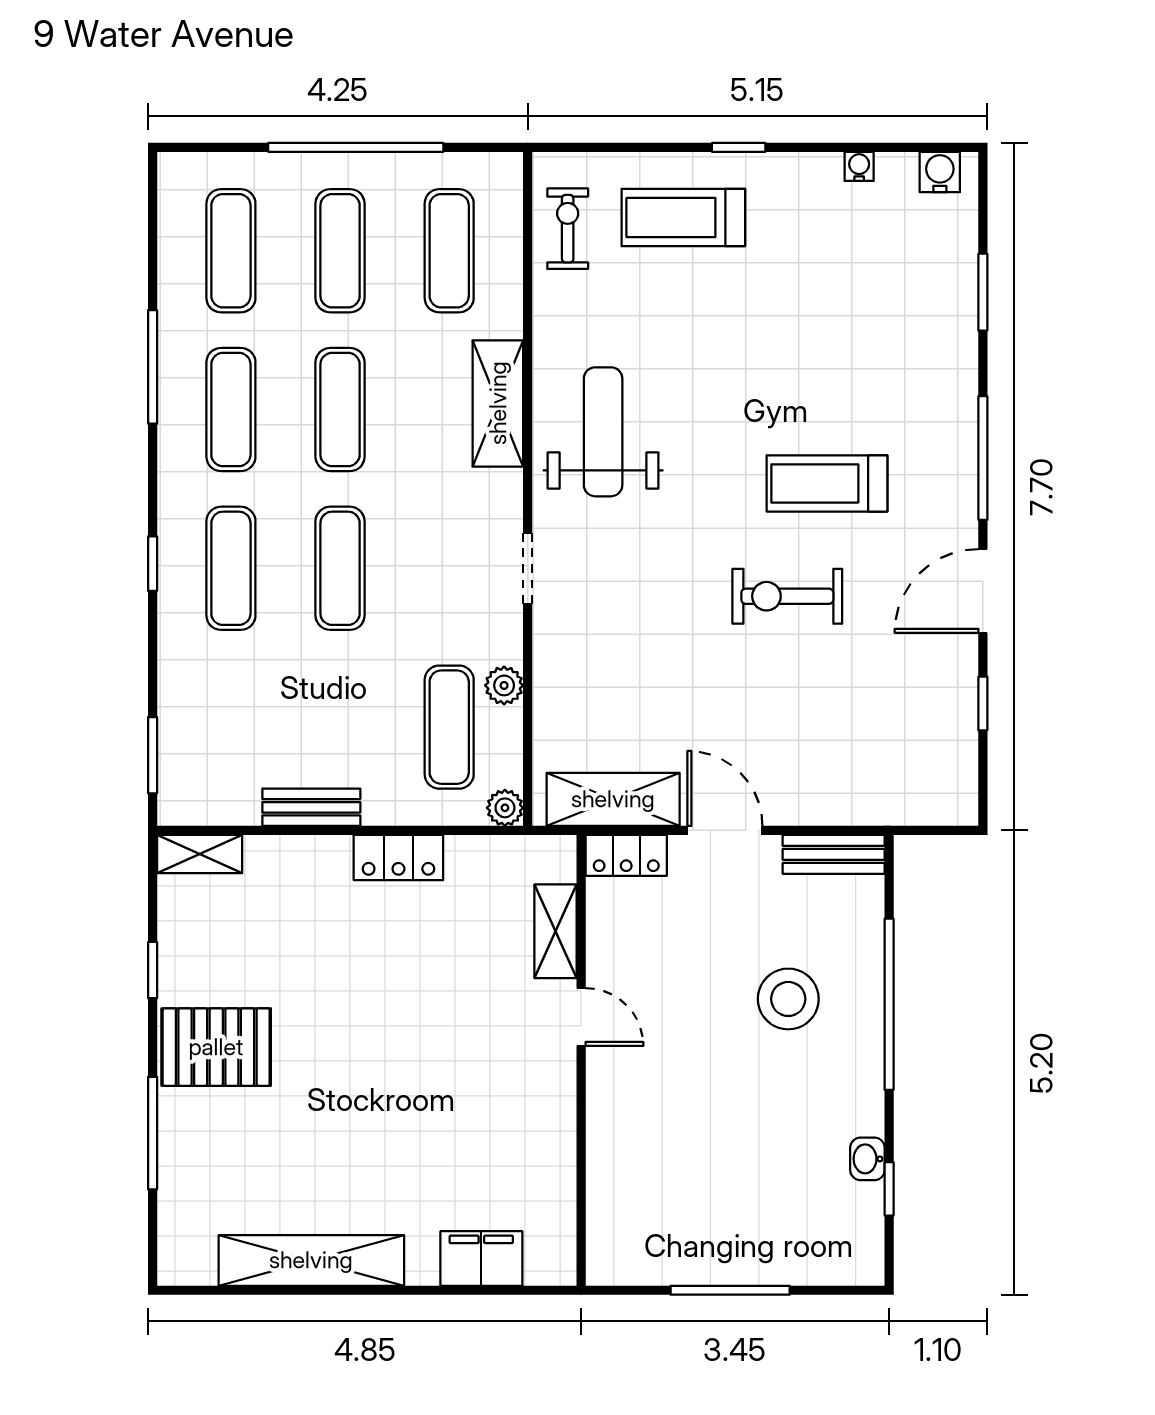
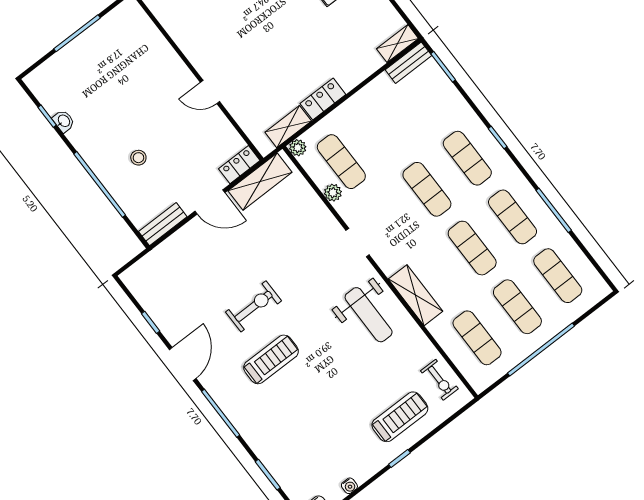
bench: (311, 807) -> (408, 63), moved
shelving: (556, 931) -> (288, 127), moved, turned 90
stool: (788, 999) -> (138, 158), width x0.53, depth x0.53

